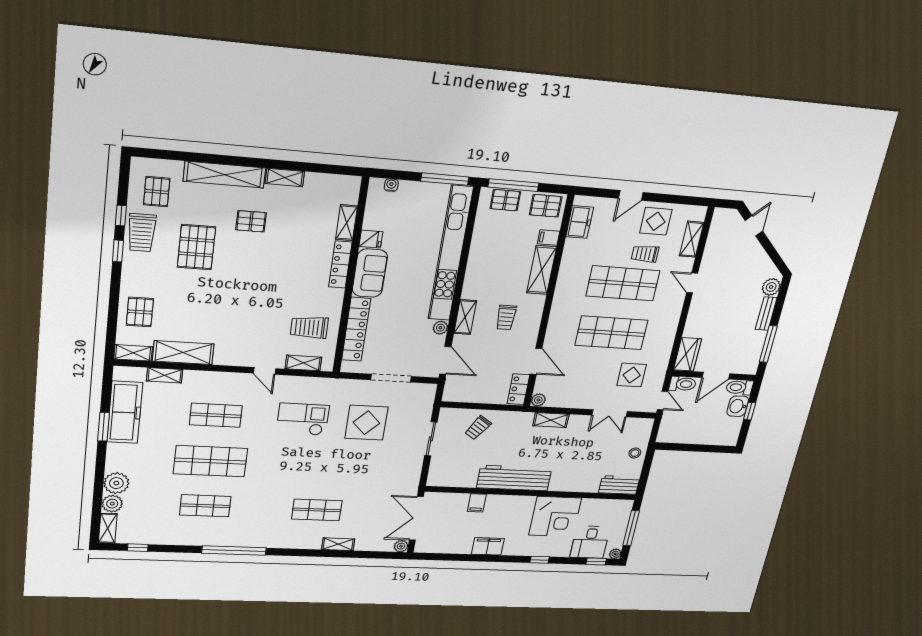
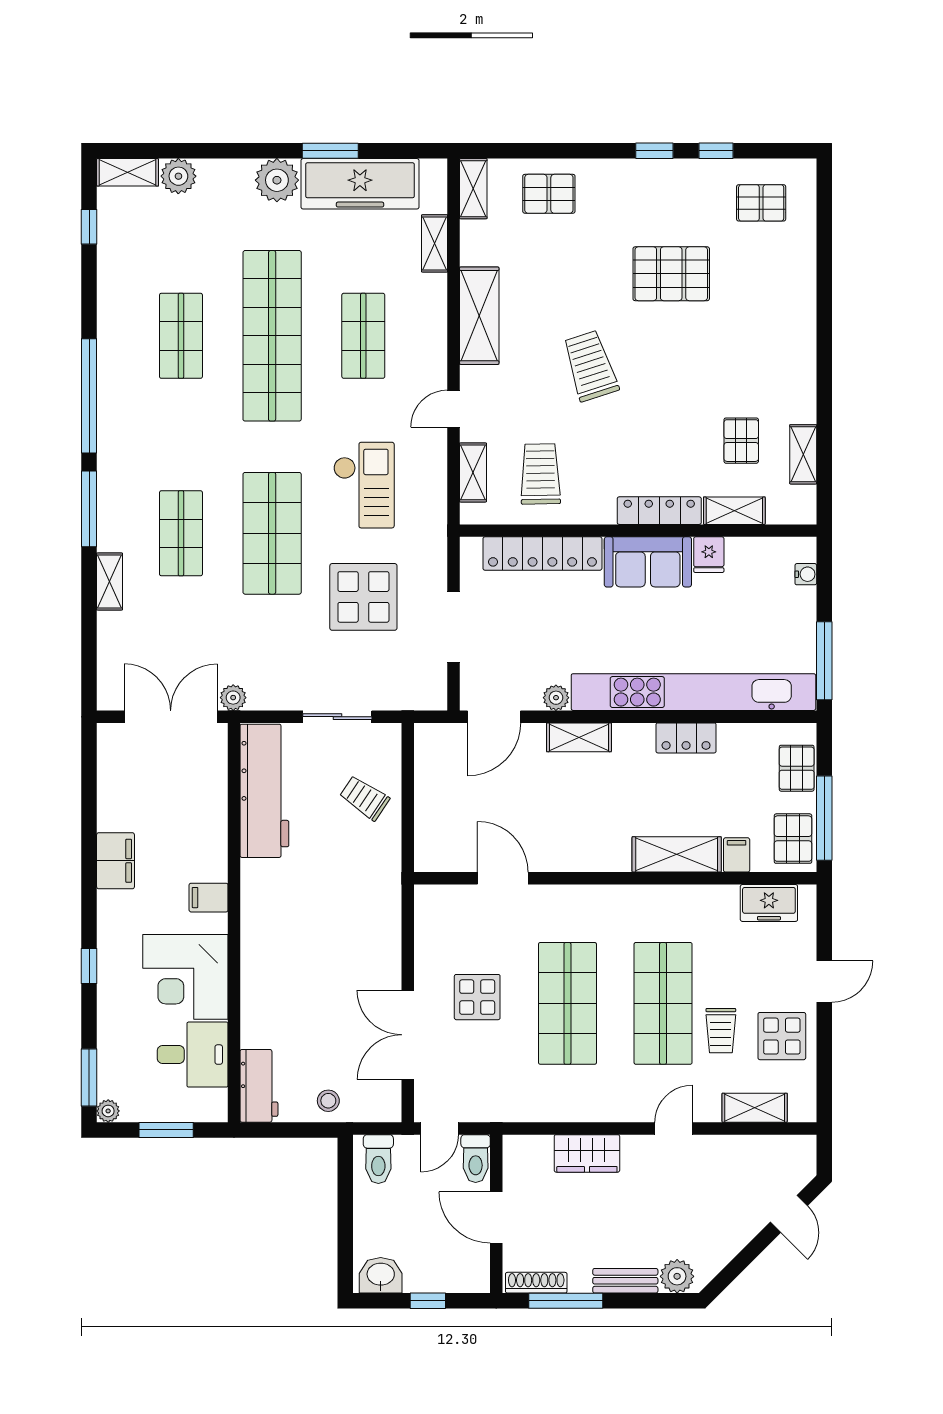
shelving: (224, 175) -> (799, 306), removed
shelving: (285, 177) -> (803, 454), moved
window: (513, 185) -> (824, 818), moved
door: (631, 195) -> (824, 981), swing flipped
pallet: (251, 221) -> (741, 441), moved
door: (754, 226) -> (789, 1214), hinge flipped
trolley: (142, 233) -> (590, 366), moved, turned 72
trolley: (645, 254) -> (721, 1031), turned 180
trolley: (506, 317) -> (583, 809), removed
shelving: (183, 353) -> (479, 316), moved
wardrobe: (687, 354) -> (587, 1153), moved
shoe rack: (755, 358) -> (536, 1283), added
door: (536, 361) -> (503, 878), swing flipped
display table: (632, 375) -> (477, 997), moved
toilet: (739, 387) -> (378, 1159), moved, turned 180
locker: (518, 389) -> (686, 738), moved, turned 180
plant: (538, 400) -> (427, 897), removed
washbasin: (738, 406) -> (381, 1275), moved
double door: (610, 413) -> (408, 1035), width x1.37
shelving: (551, 420) -> (388, 929), removed
shop shelf: (210, 461) -> (272, 336), width x1.40
shop shelf: (323, 466) -> (272, 533), added
workbench: (514, 478) -> (264, 791), moved
plant: (116, 483) -> (277, 180), moved
filing cabinet: (477, 503) -> (209, 898), moved
window: (631, 528) -> (166, 1130), width x0.69
desk: (590, 542) -> (193, 1055), moved, turned 180
plant: (401, 546) -> (233, 698), moved
window: (297, 552) -> (89, 509), added
window: (596, 562) -> (89, 1078), width x1.50

